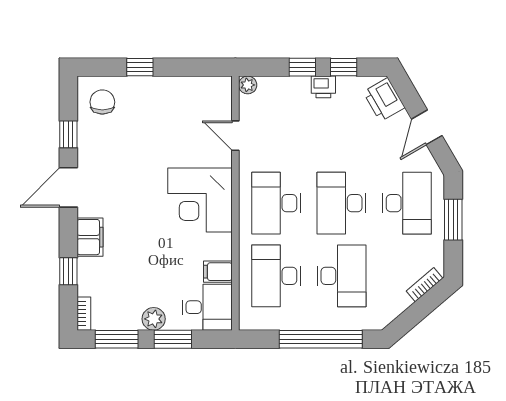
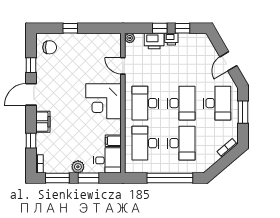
printer: (384, 100) -> (154, 41), moved, turned -60
chair: (102, 102) -> (50, 47), turned 90
desk: (342, 203) -> (181, 103), turned 180

